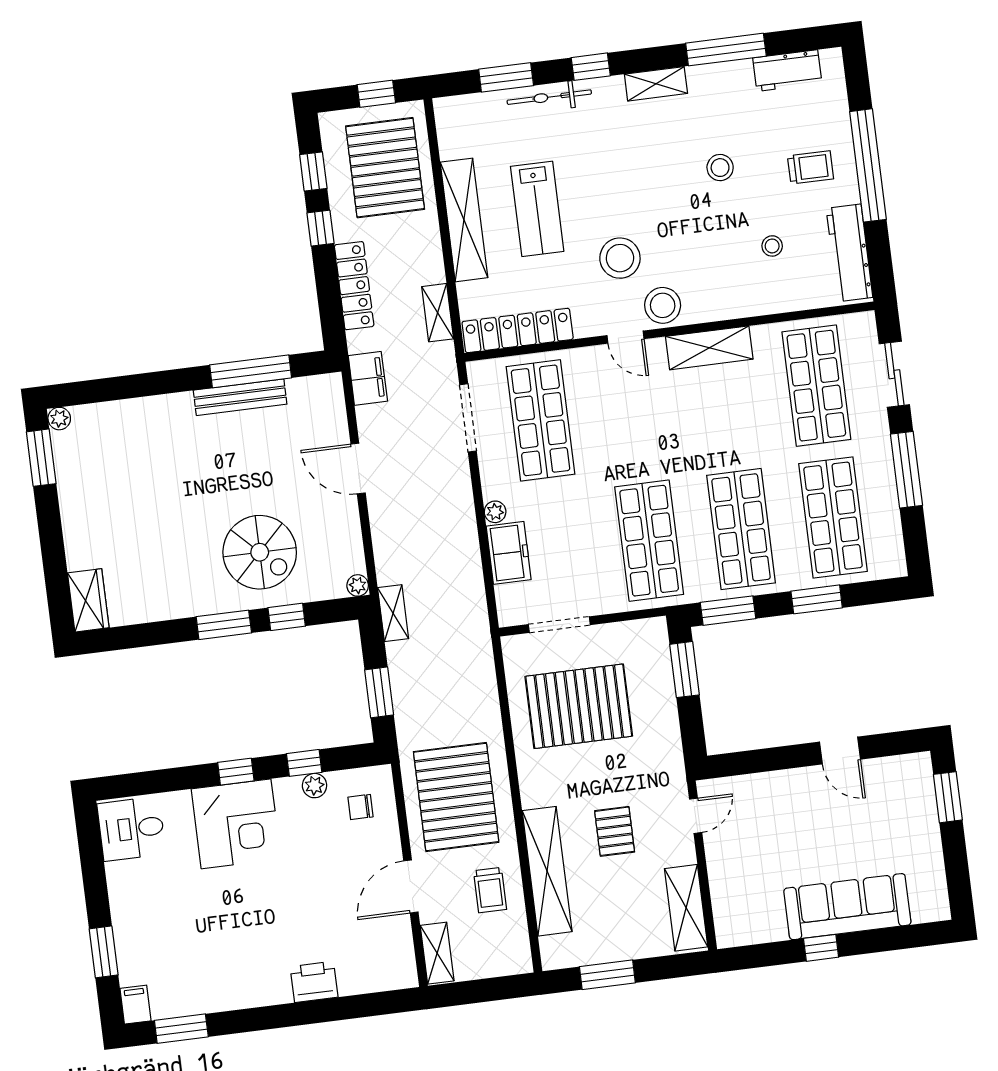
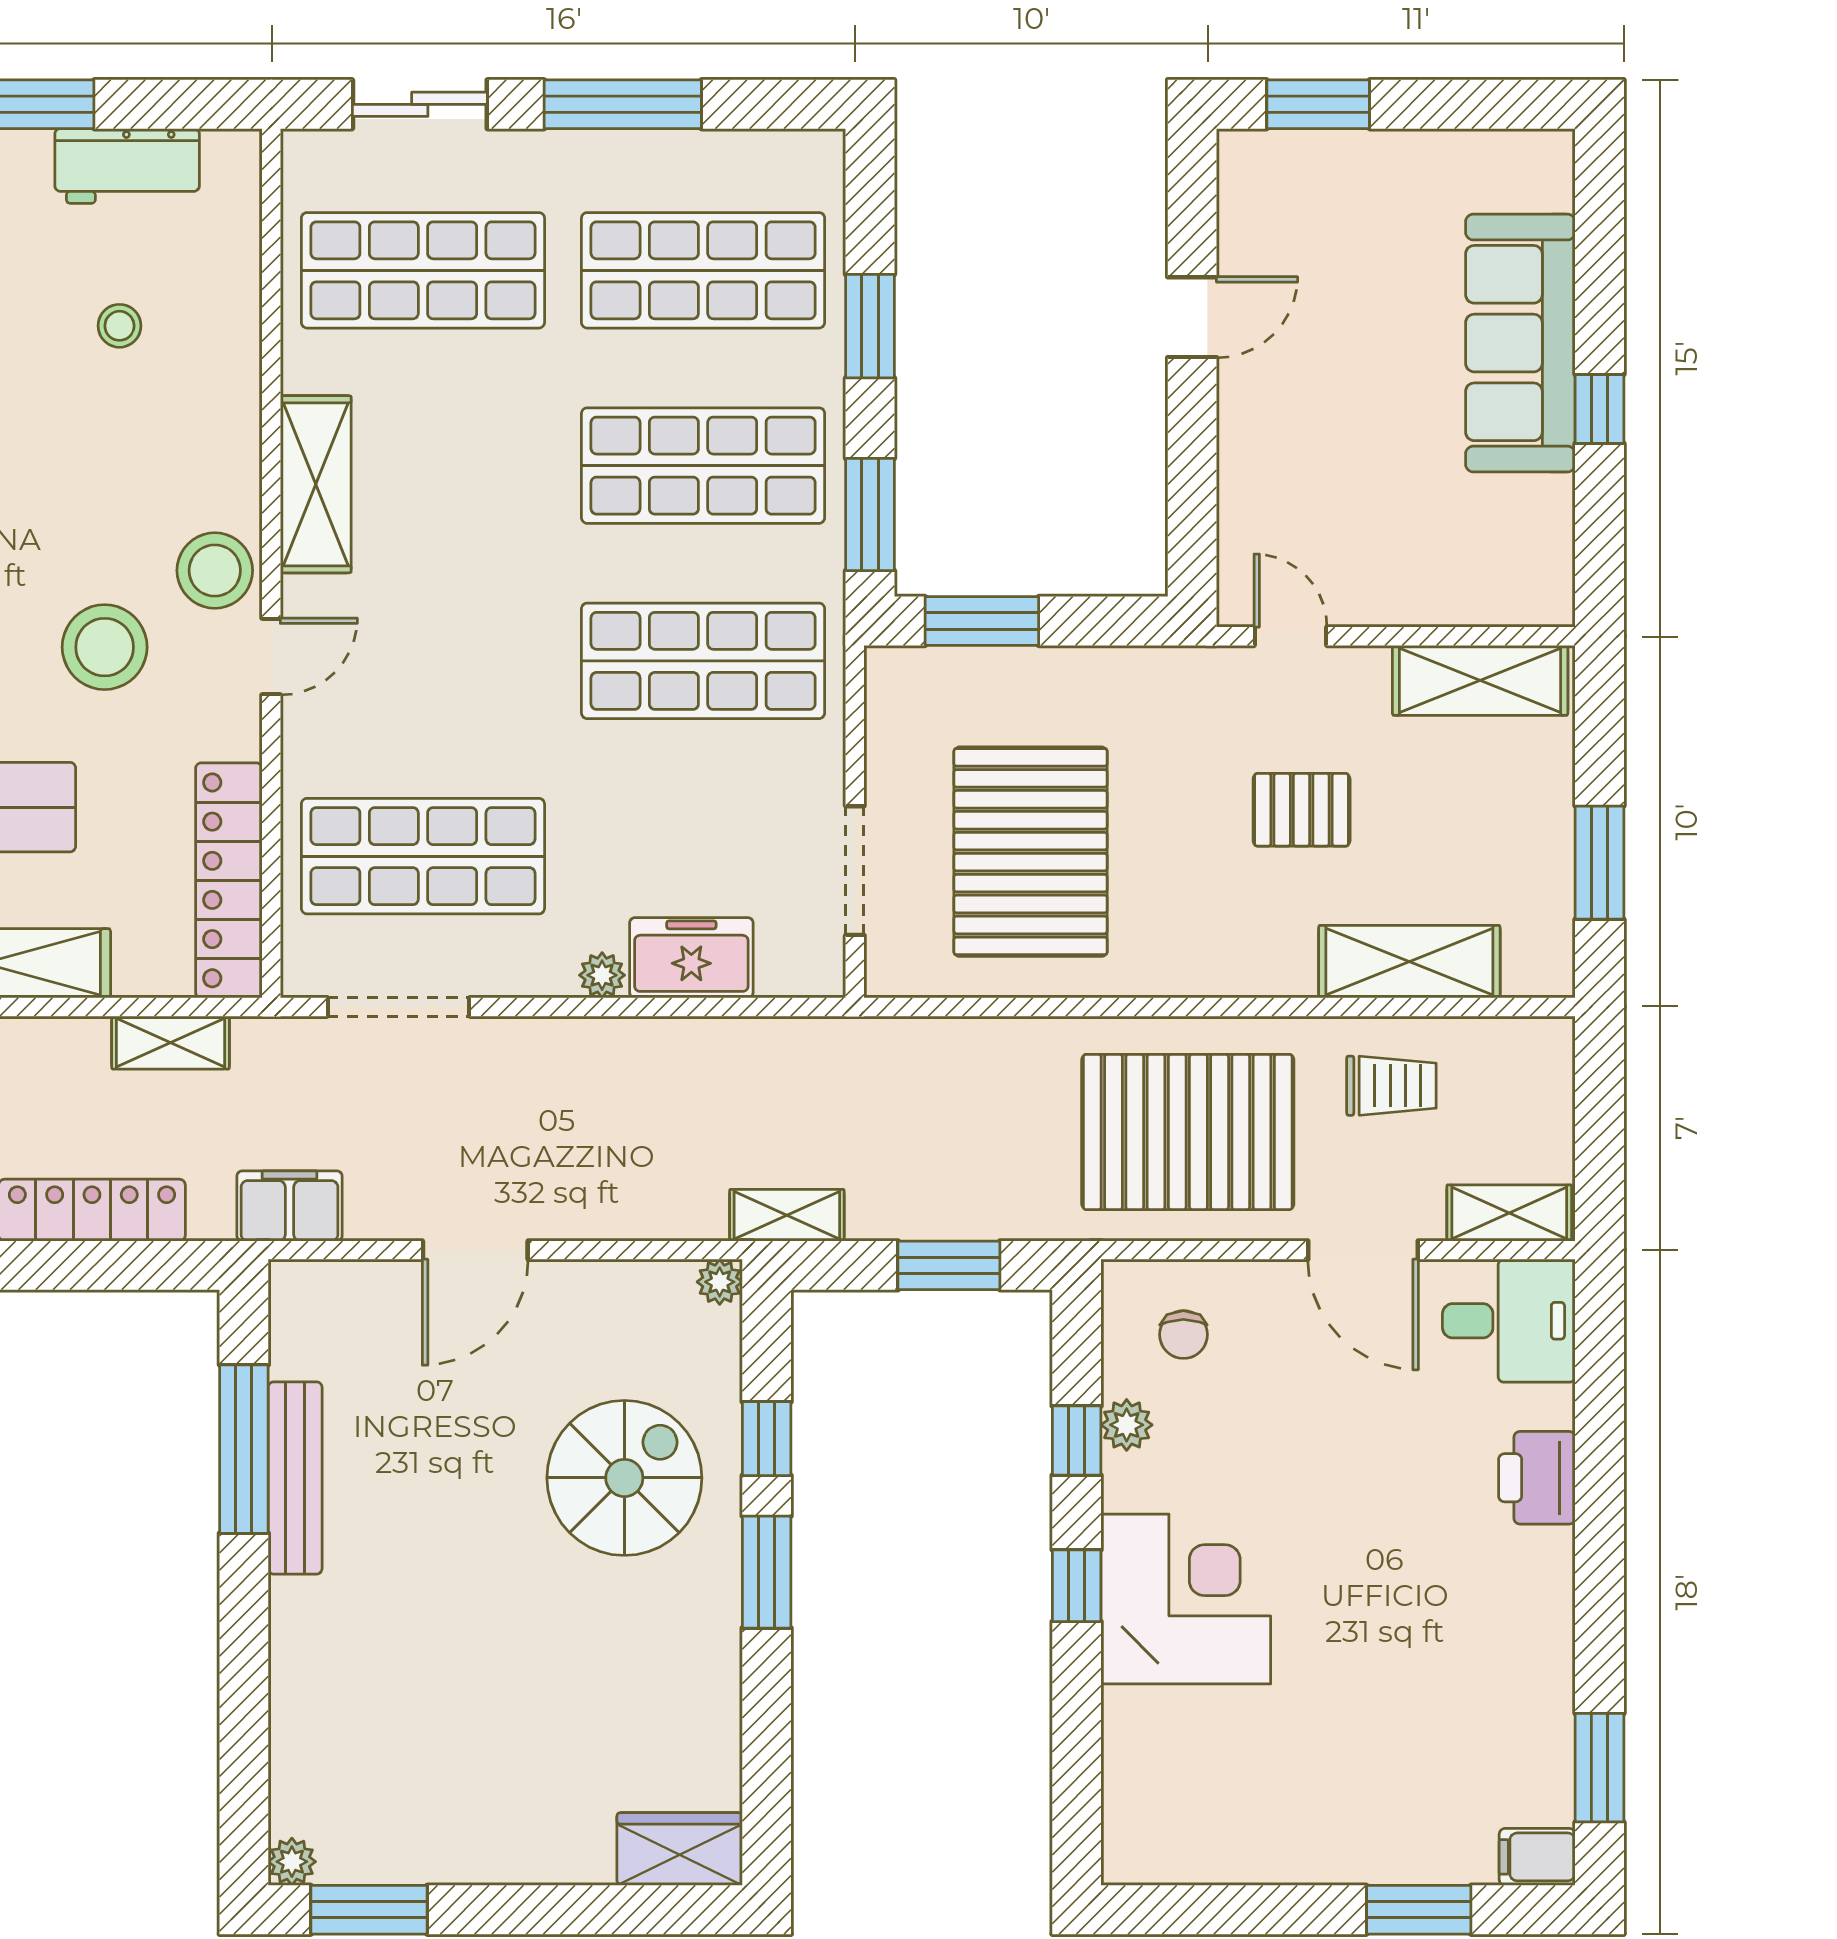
workbench: (849, 253) -> (127, 166), width x0.73
desk: (131, 829) -> (1509, 1321), moved, turned -90
shelving: (547, 871) -> (1409, 962), width x0.68

